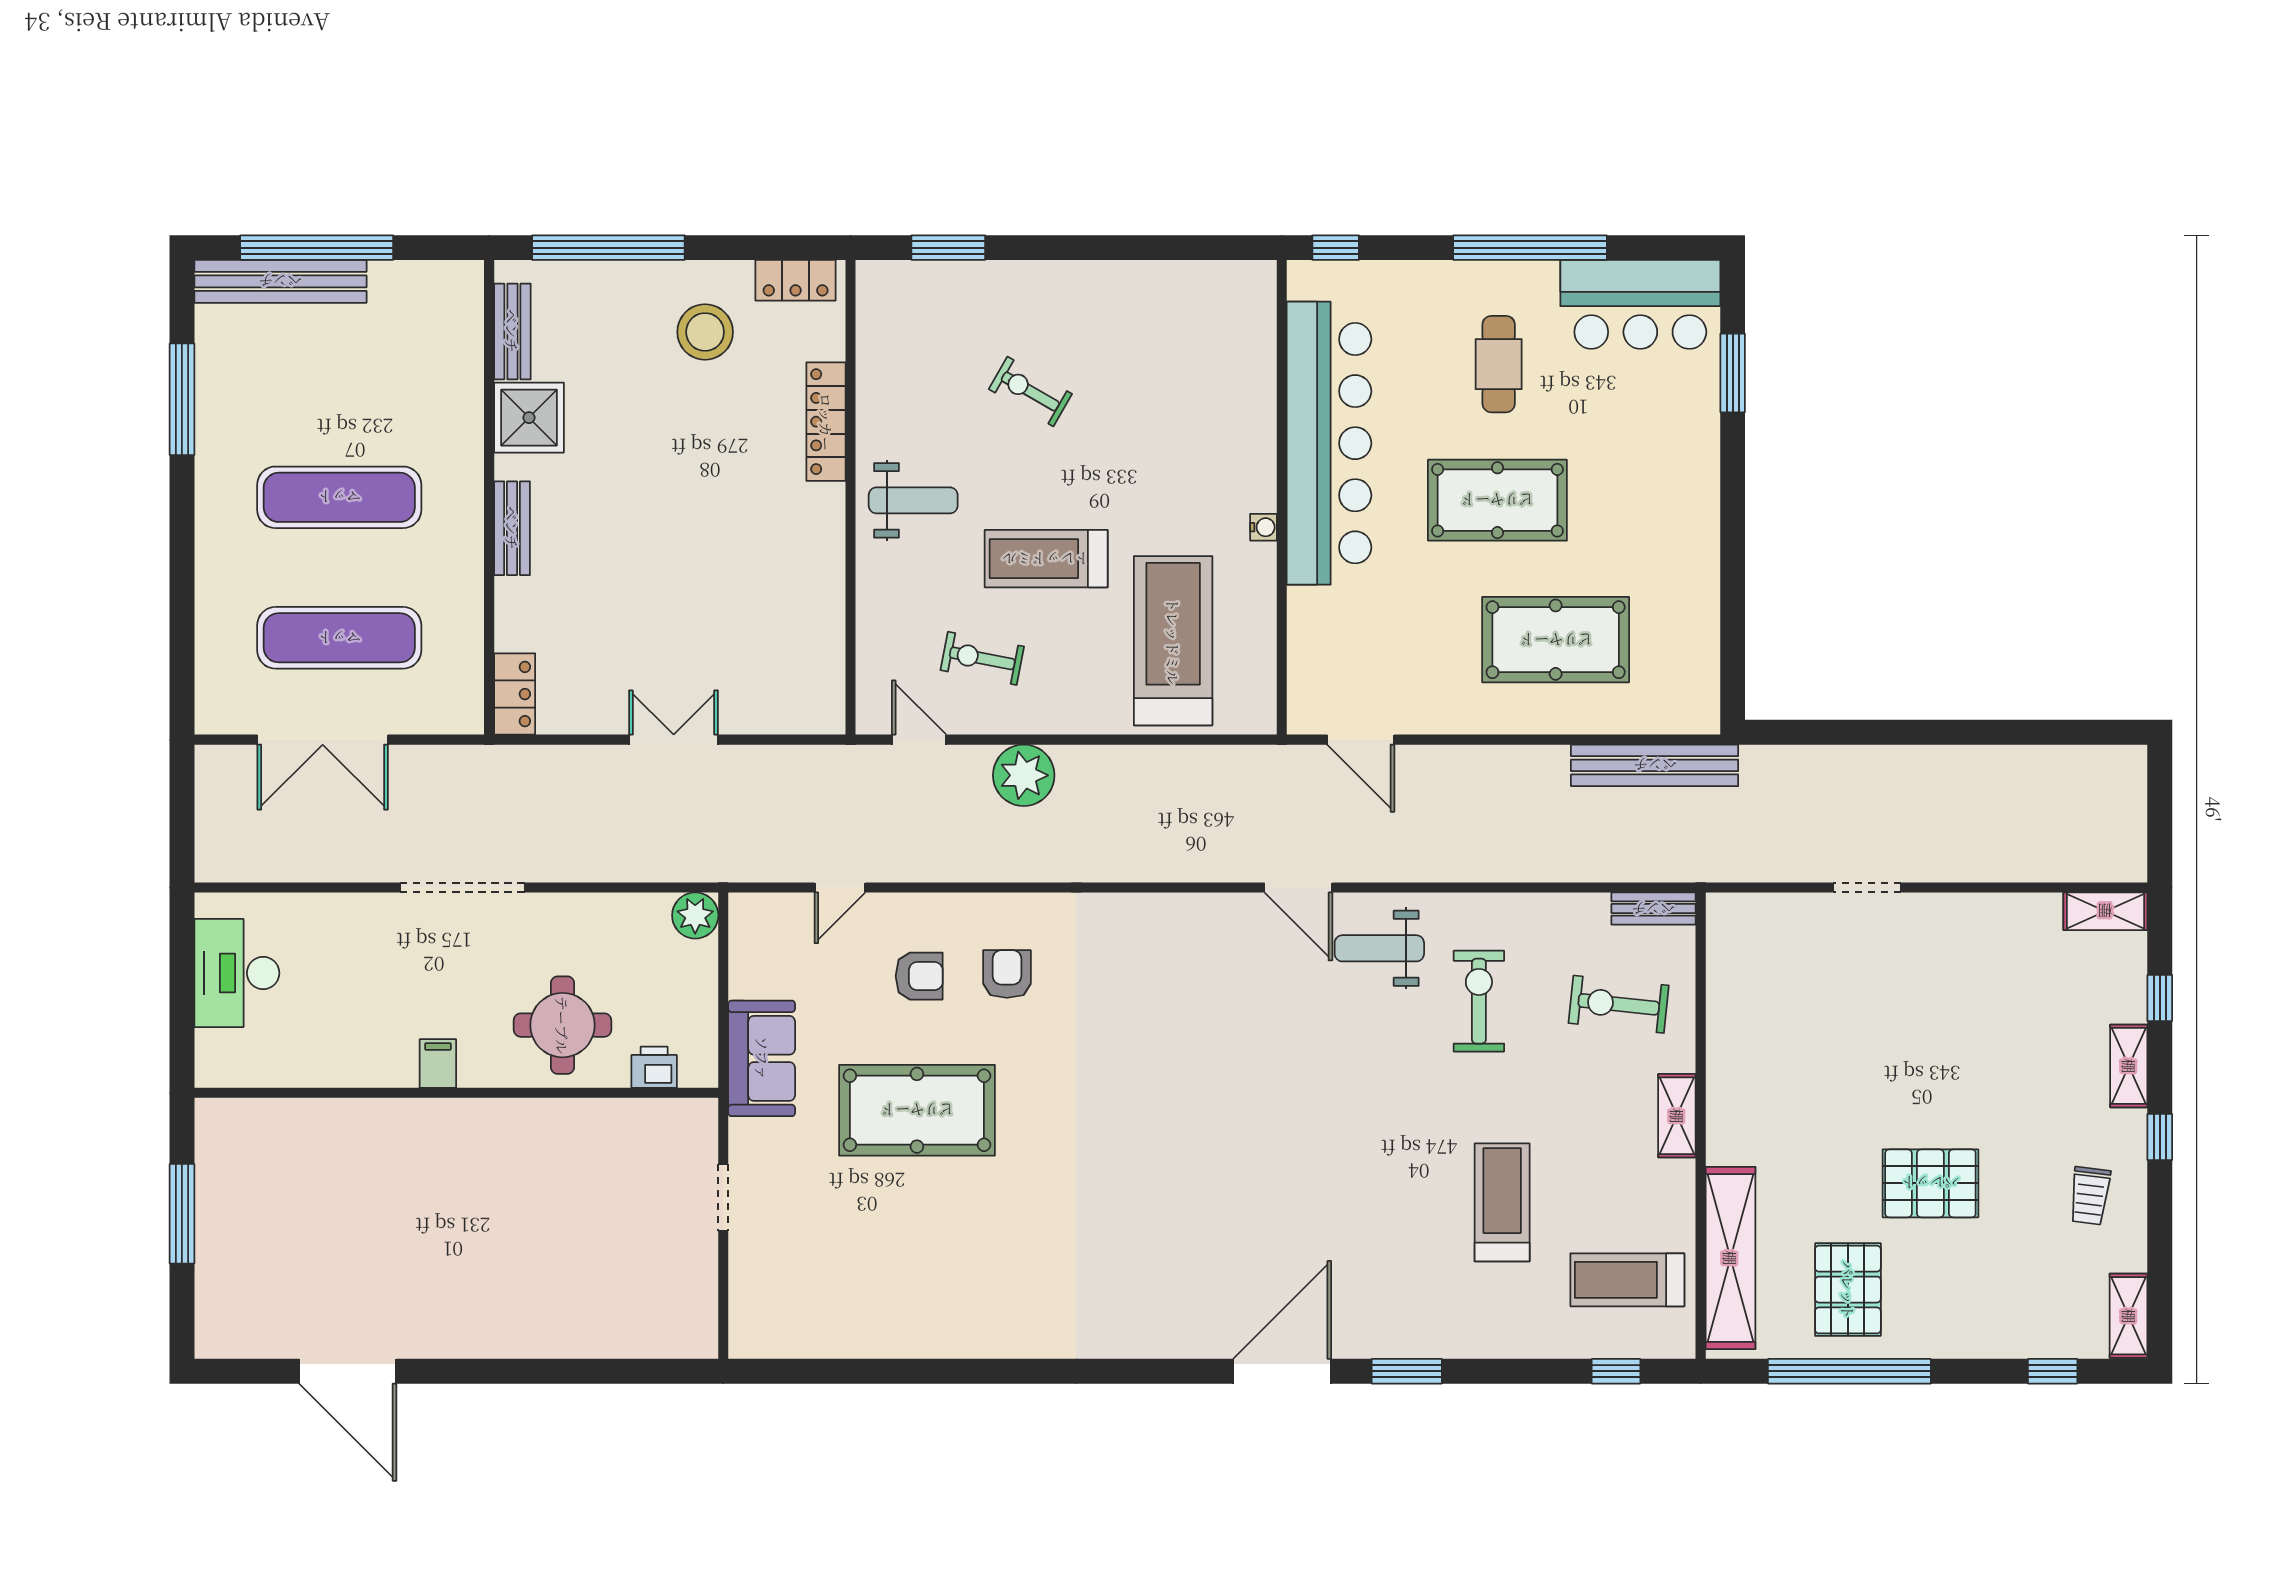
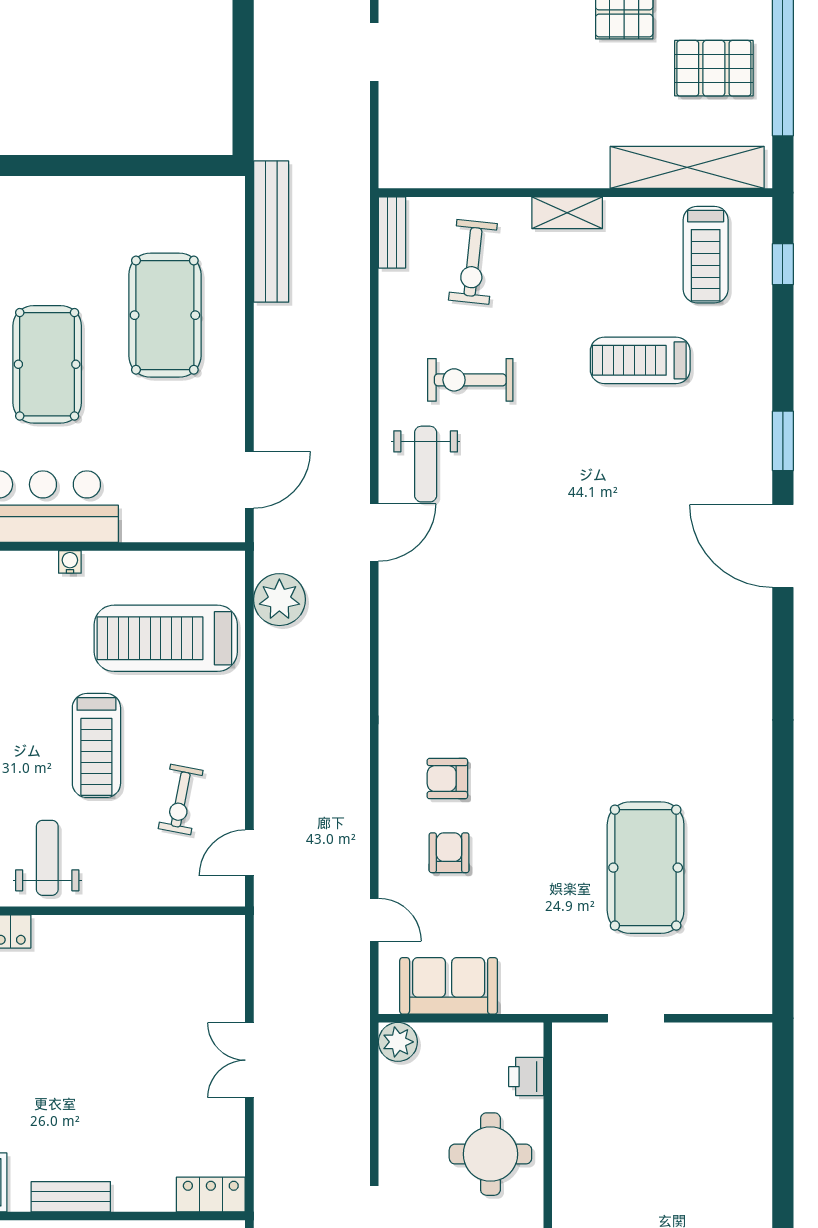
plant: (1024, 775) -> (279, 600), moved
sofa: (762, 1058) -> (449, 986), moved
pool table: (917, 1110) -> (646, 868), moved

